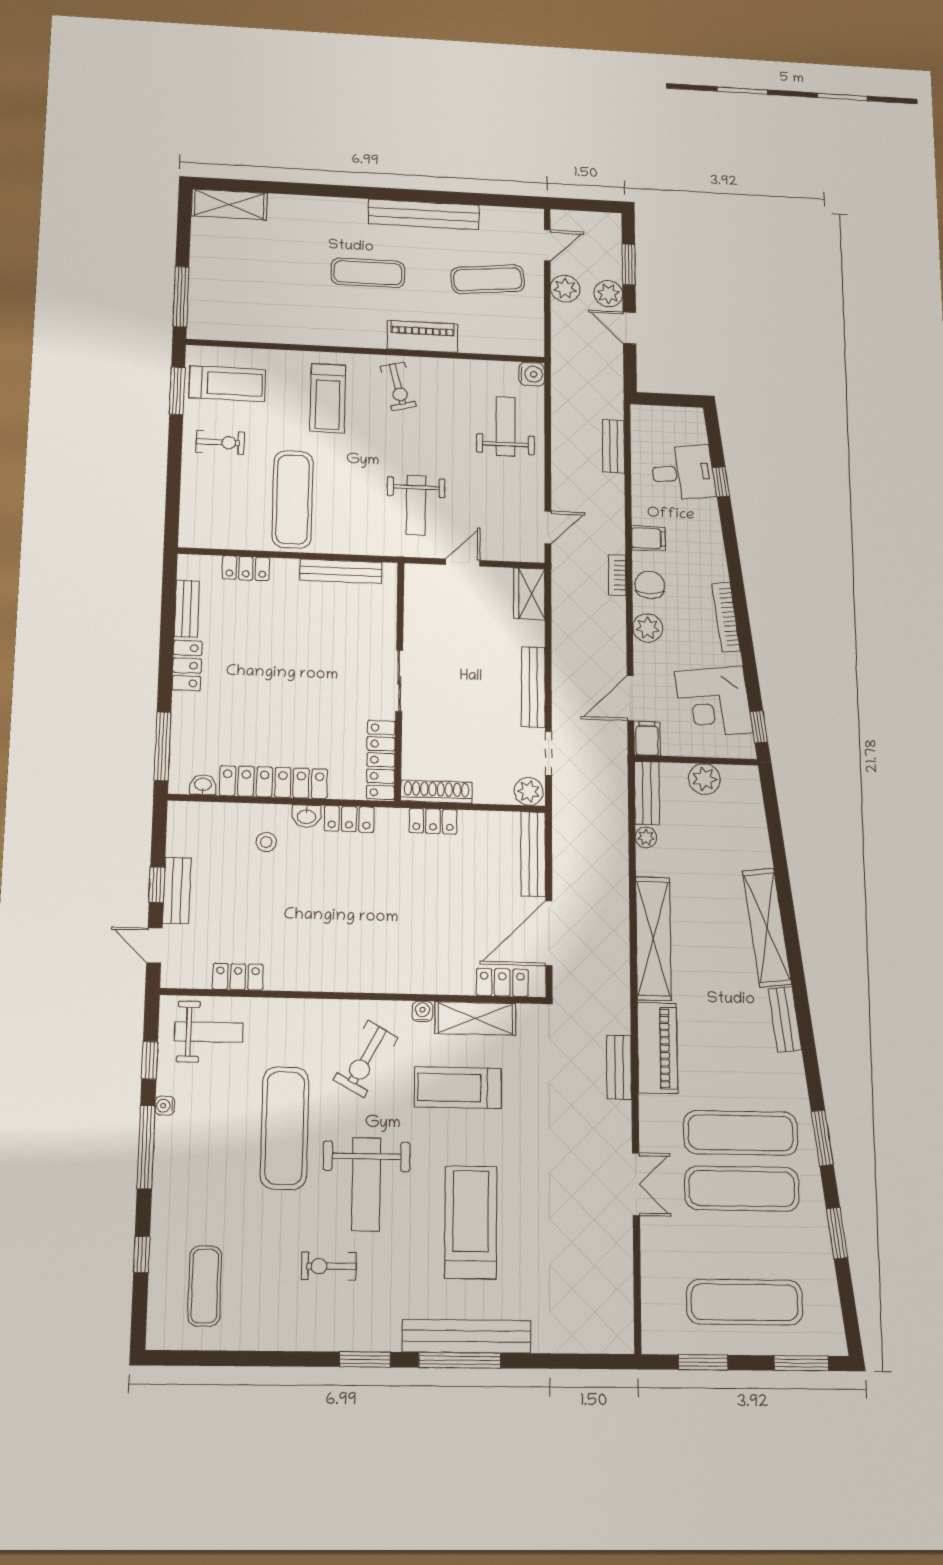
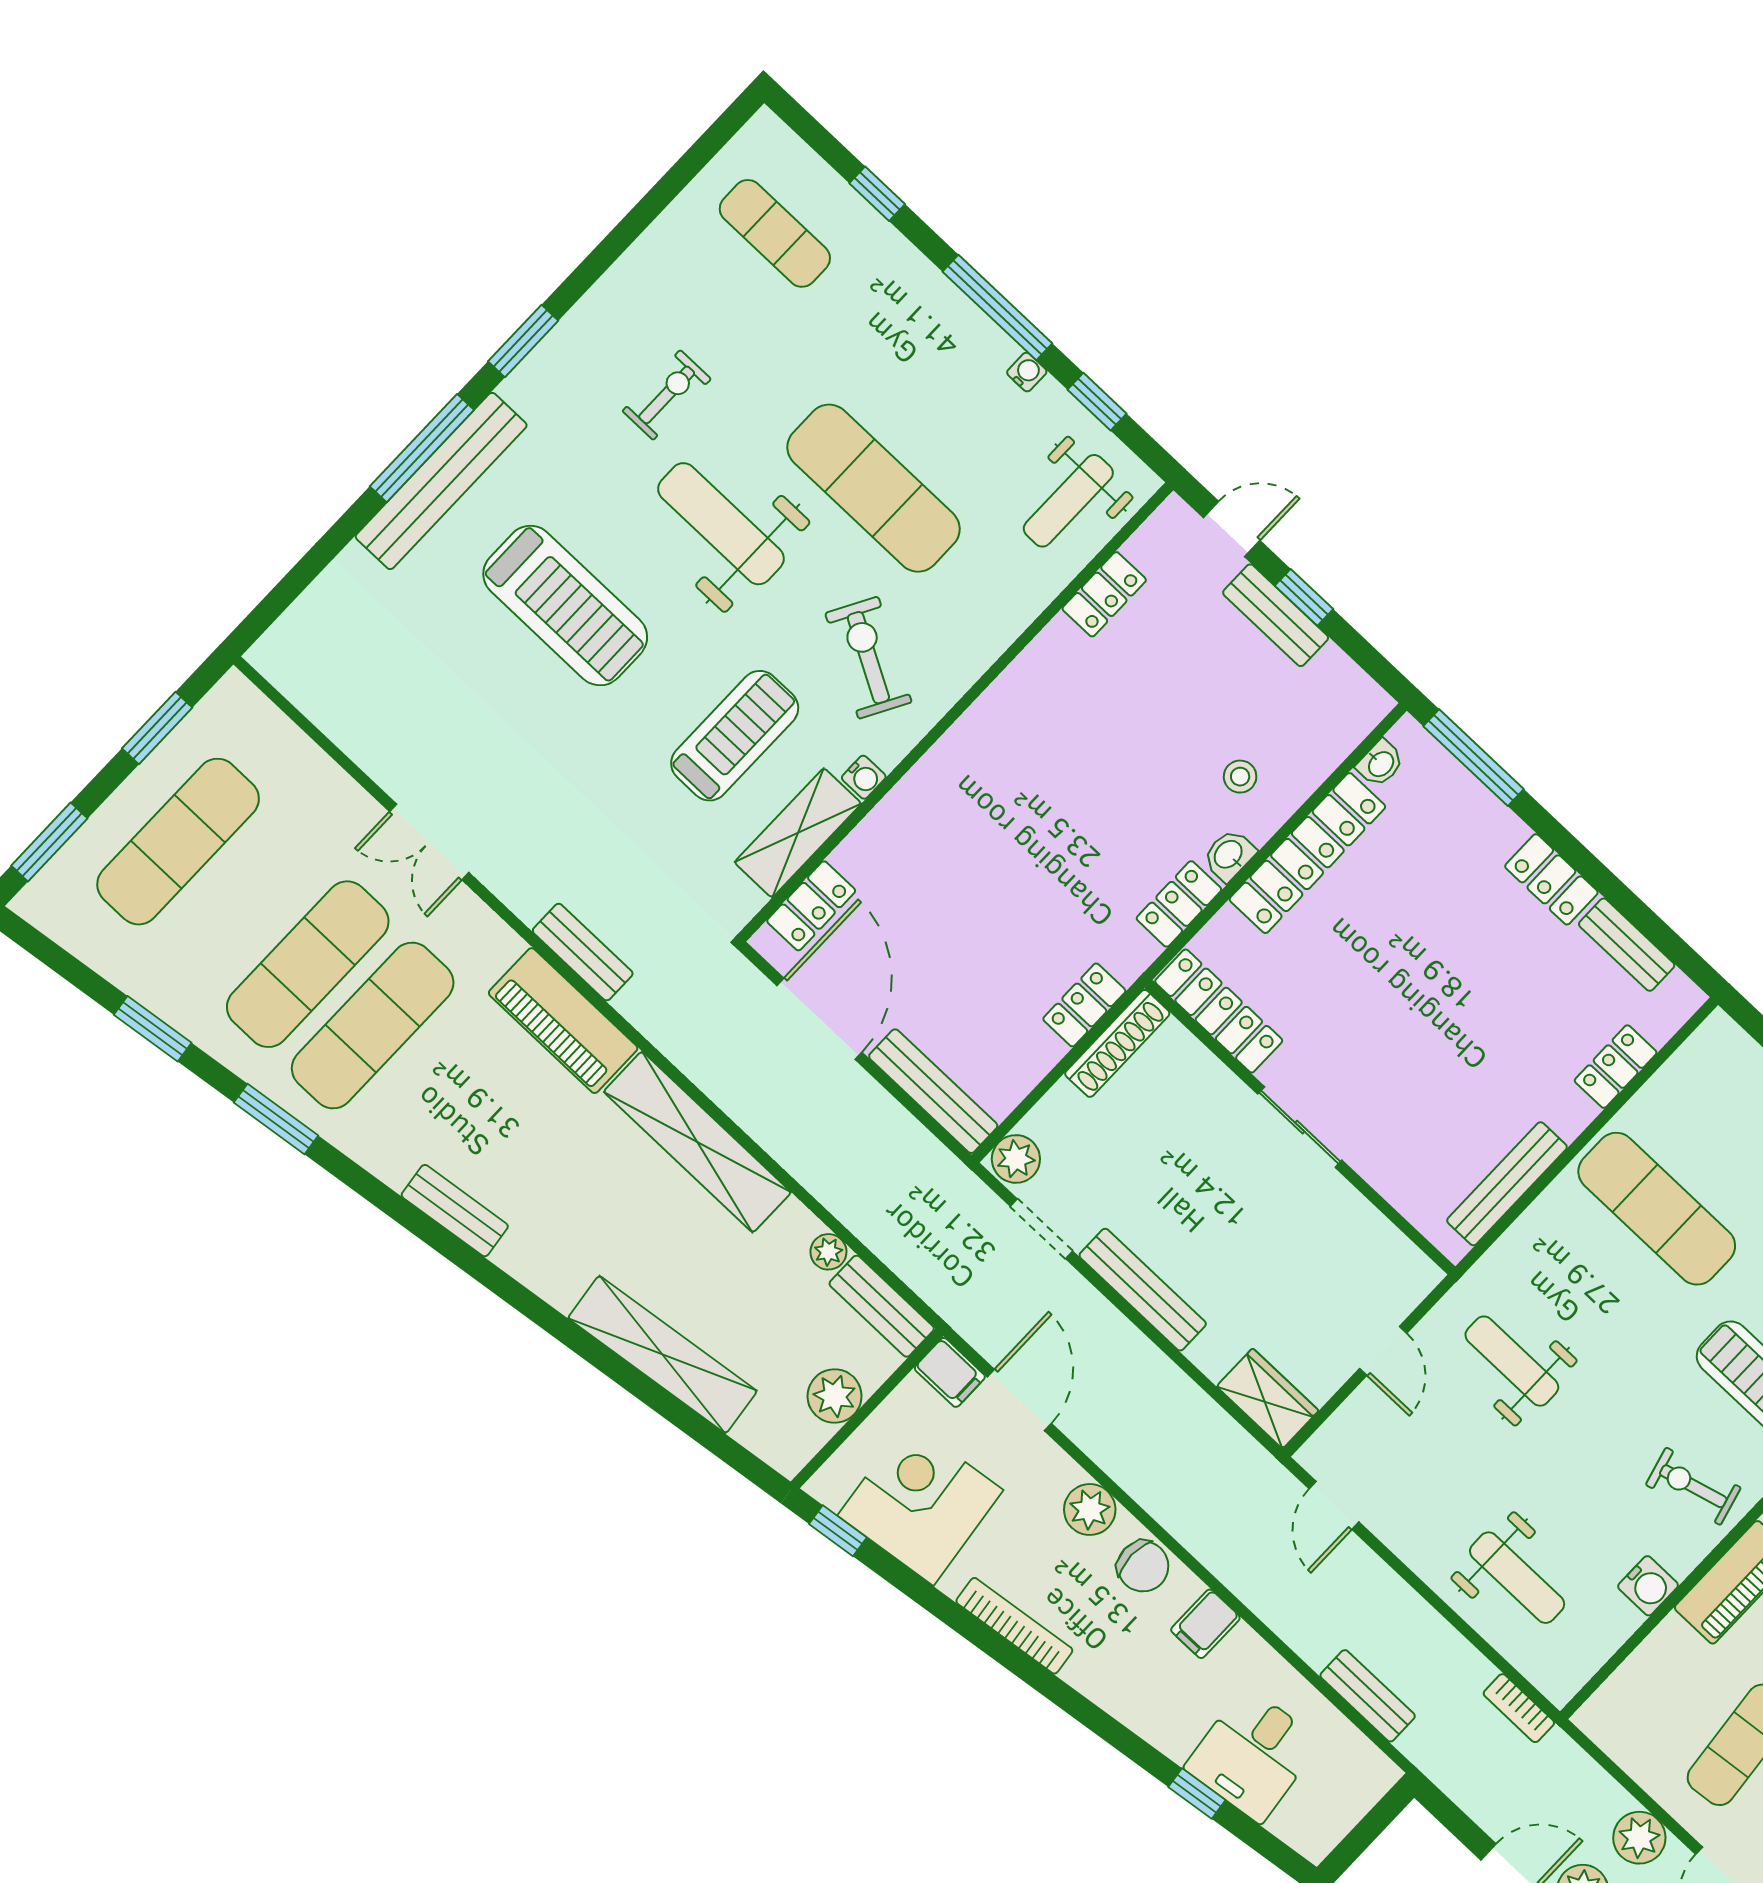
water cooler: (532, 374) -> (1648, 1586), moved, turned -90
bookcase: (617, 575) -> (1519, 1708), moved, turned 180
shelving: (767, 927) -> (662, 1355), moved

